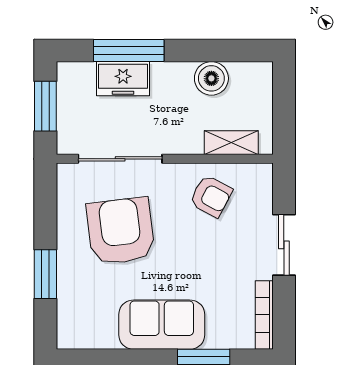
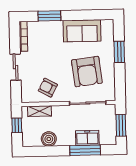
window: (284, 111) -> (17, 125), added
sofa: (162, 325) -> (82, 31), moved

